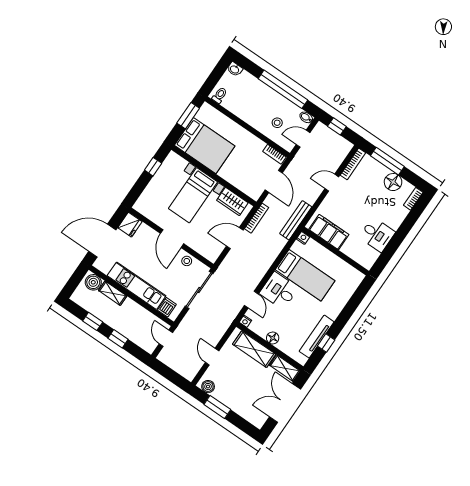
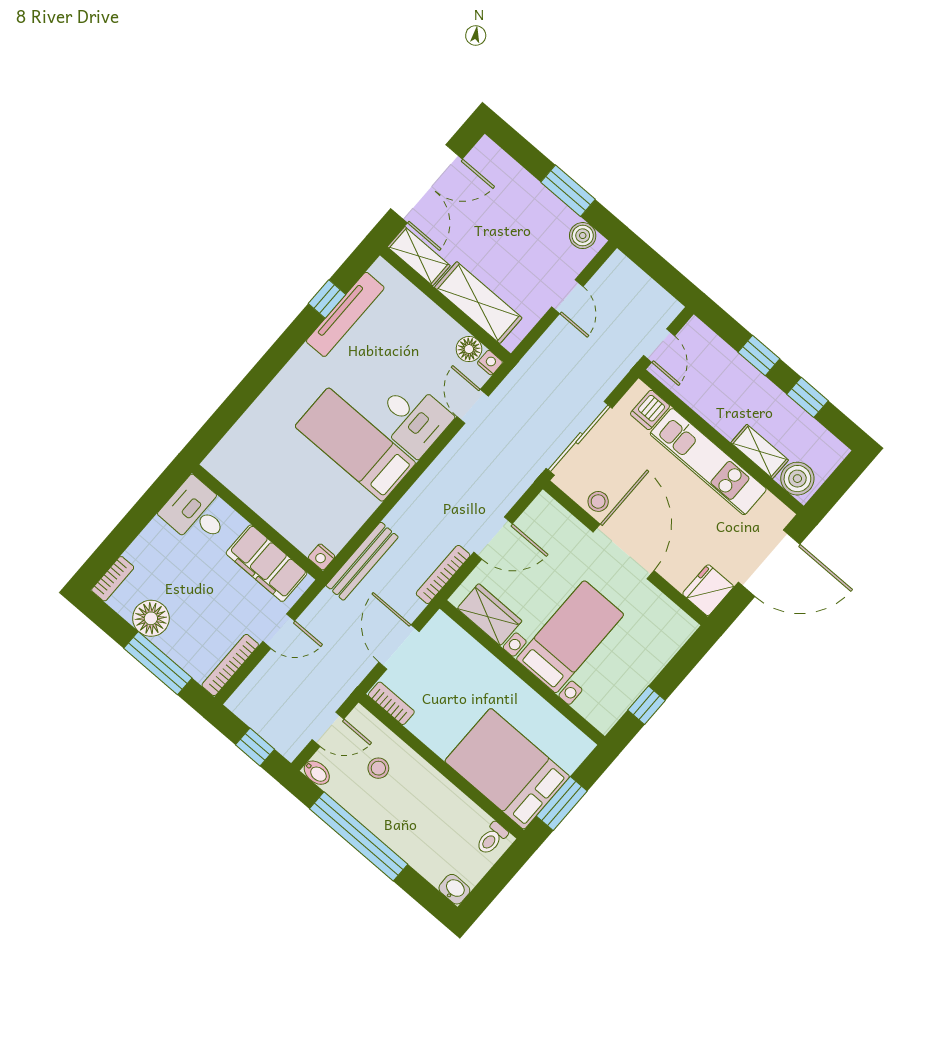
bed: (205, 146) -> (507, 769), moved
filing cabinet: (329, 232) -> (267, 563), moved
nightstand: (303, 238) -> (322, 557), moved
door: (172, 239) -> (624, 551), width x1.36
wall: (335, 251) -> (257, 522), moved
floor lamp: (273, 338) -> (469, 349), moved

